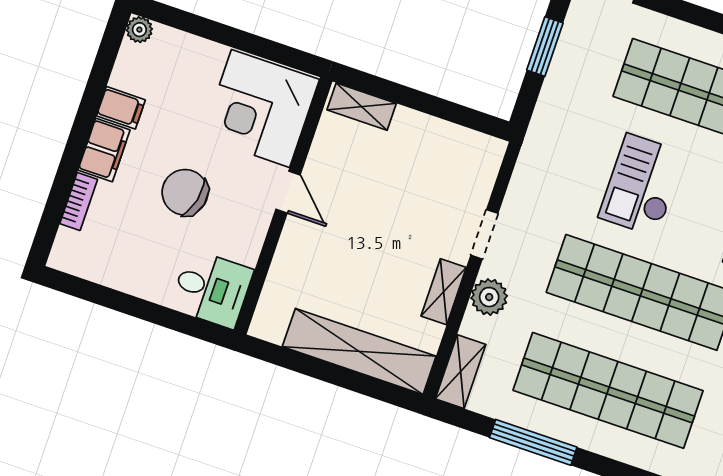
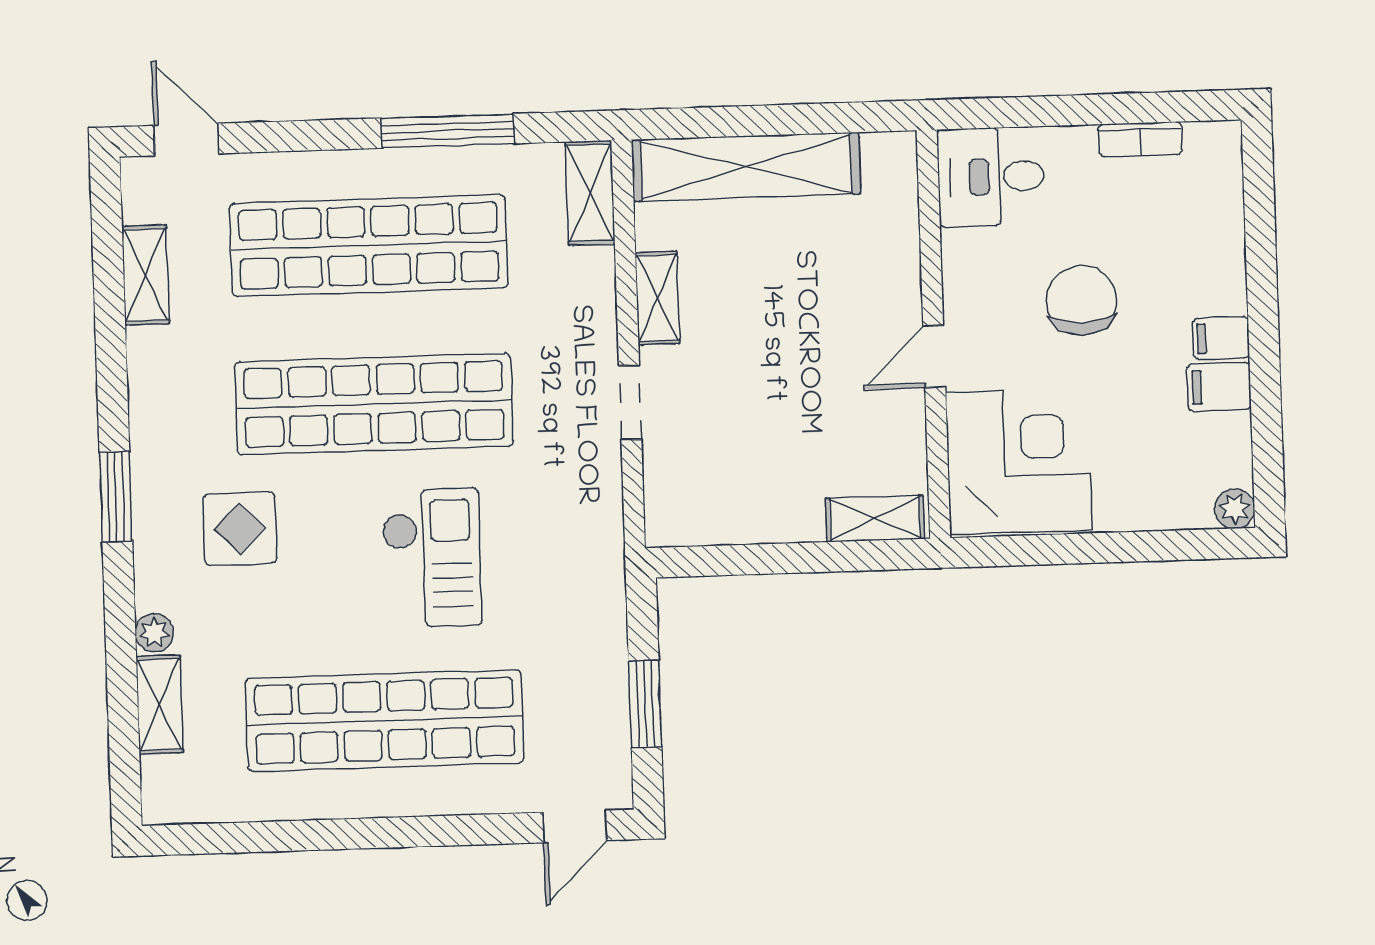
filing cabinet: (104, 150) -> (1221, 338), width x0.50
chair: (185, 192) -> (1081, 300), turned -103
door: (288, 192) -> (934, 356), hinge flipped
bookcase: (79, 202) -> (1140, 139), moved, turned -90
plant: (489, 297) -> (589, 315), removed

